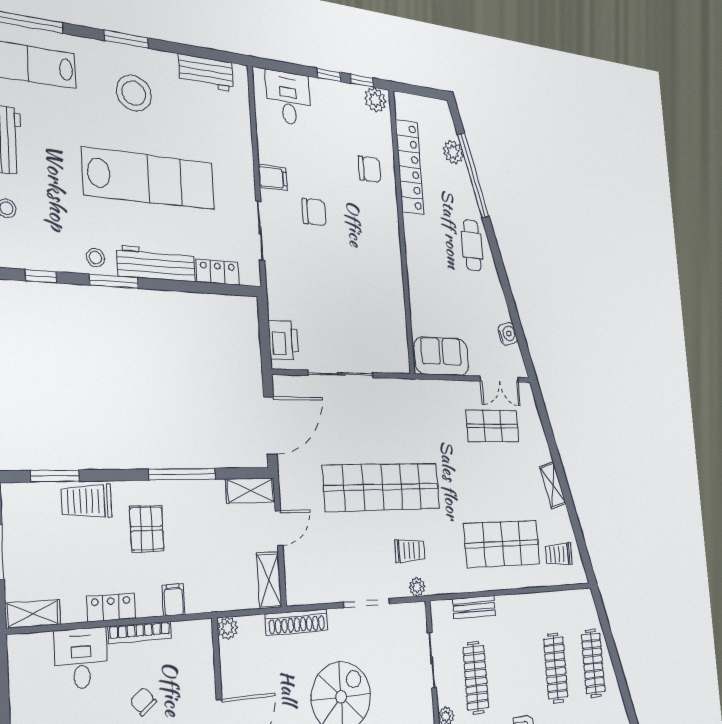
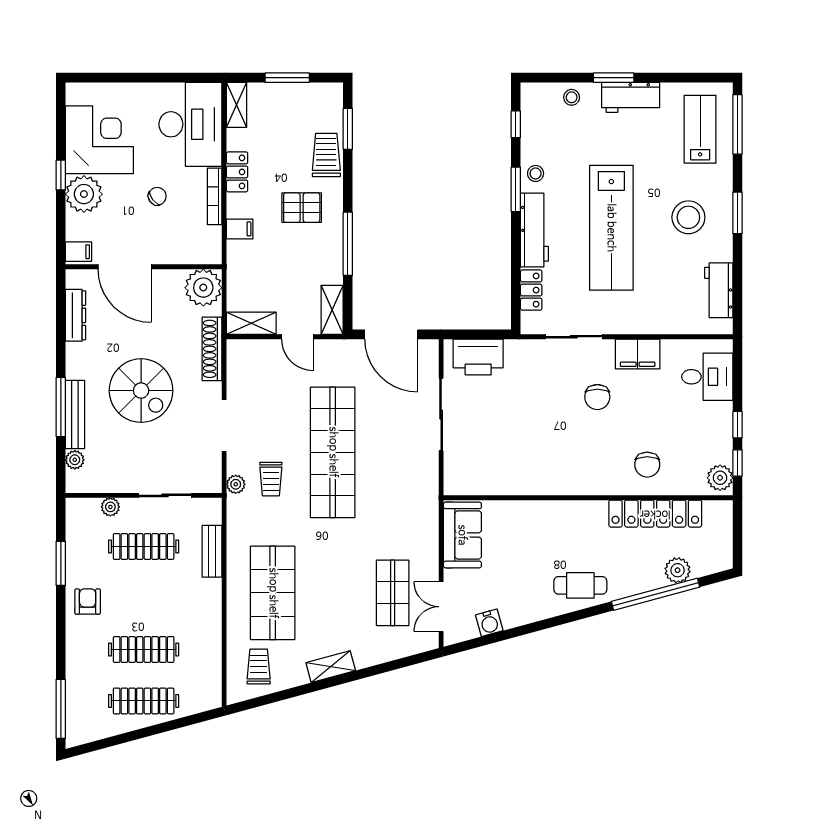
filing cabinet: (273, 177) -> (638, 354), width x2.00
printer: (283, 340) -> (478, 357), width x1.37, depth x1.19
plant: (228, 628) -> (203, 288), width x1.88, depth x1.88
desk: (81, 658) -> (190, 124), width x1.87, depth x1.30

